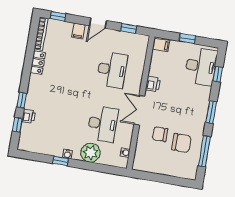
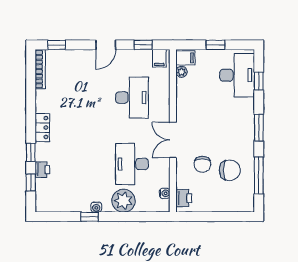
filing cabinet: (78, 31) -> (159, 58), moved
plant: (156, 56) -> (181, 72), added
locker: (38, 63) -> (42, 128), moved
printer: (153, 84) -> (184, 198), moved
desk: (103, 124) -> (132, 164), turned 180
chair: (160, 134) -> (202, 164), turned -90

